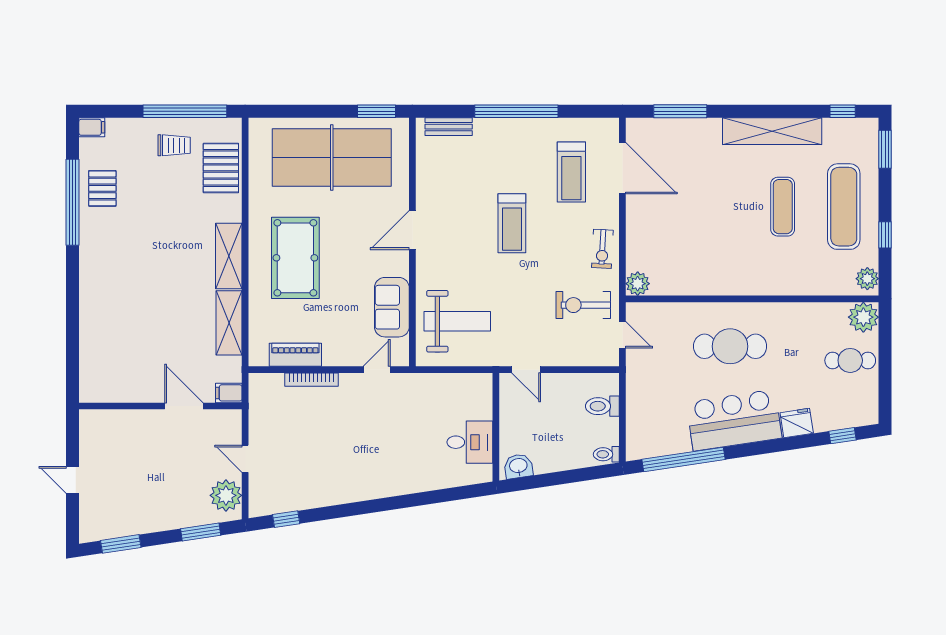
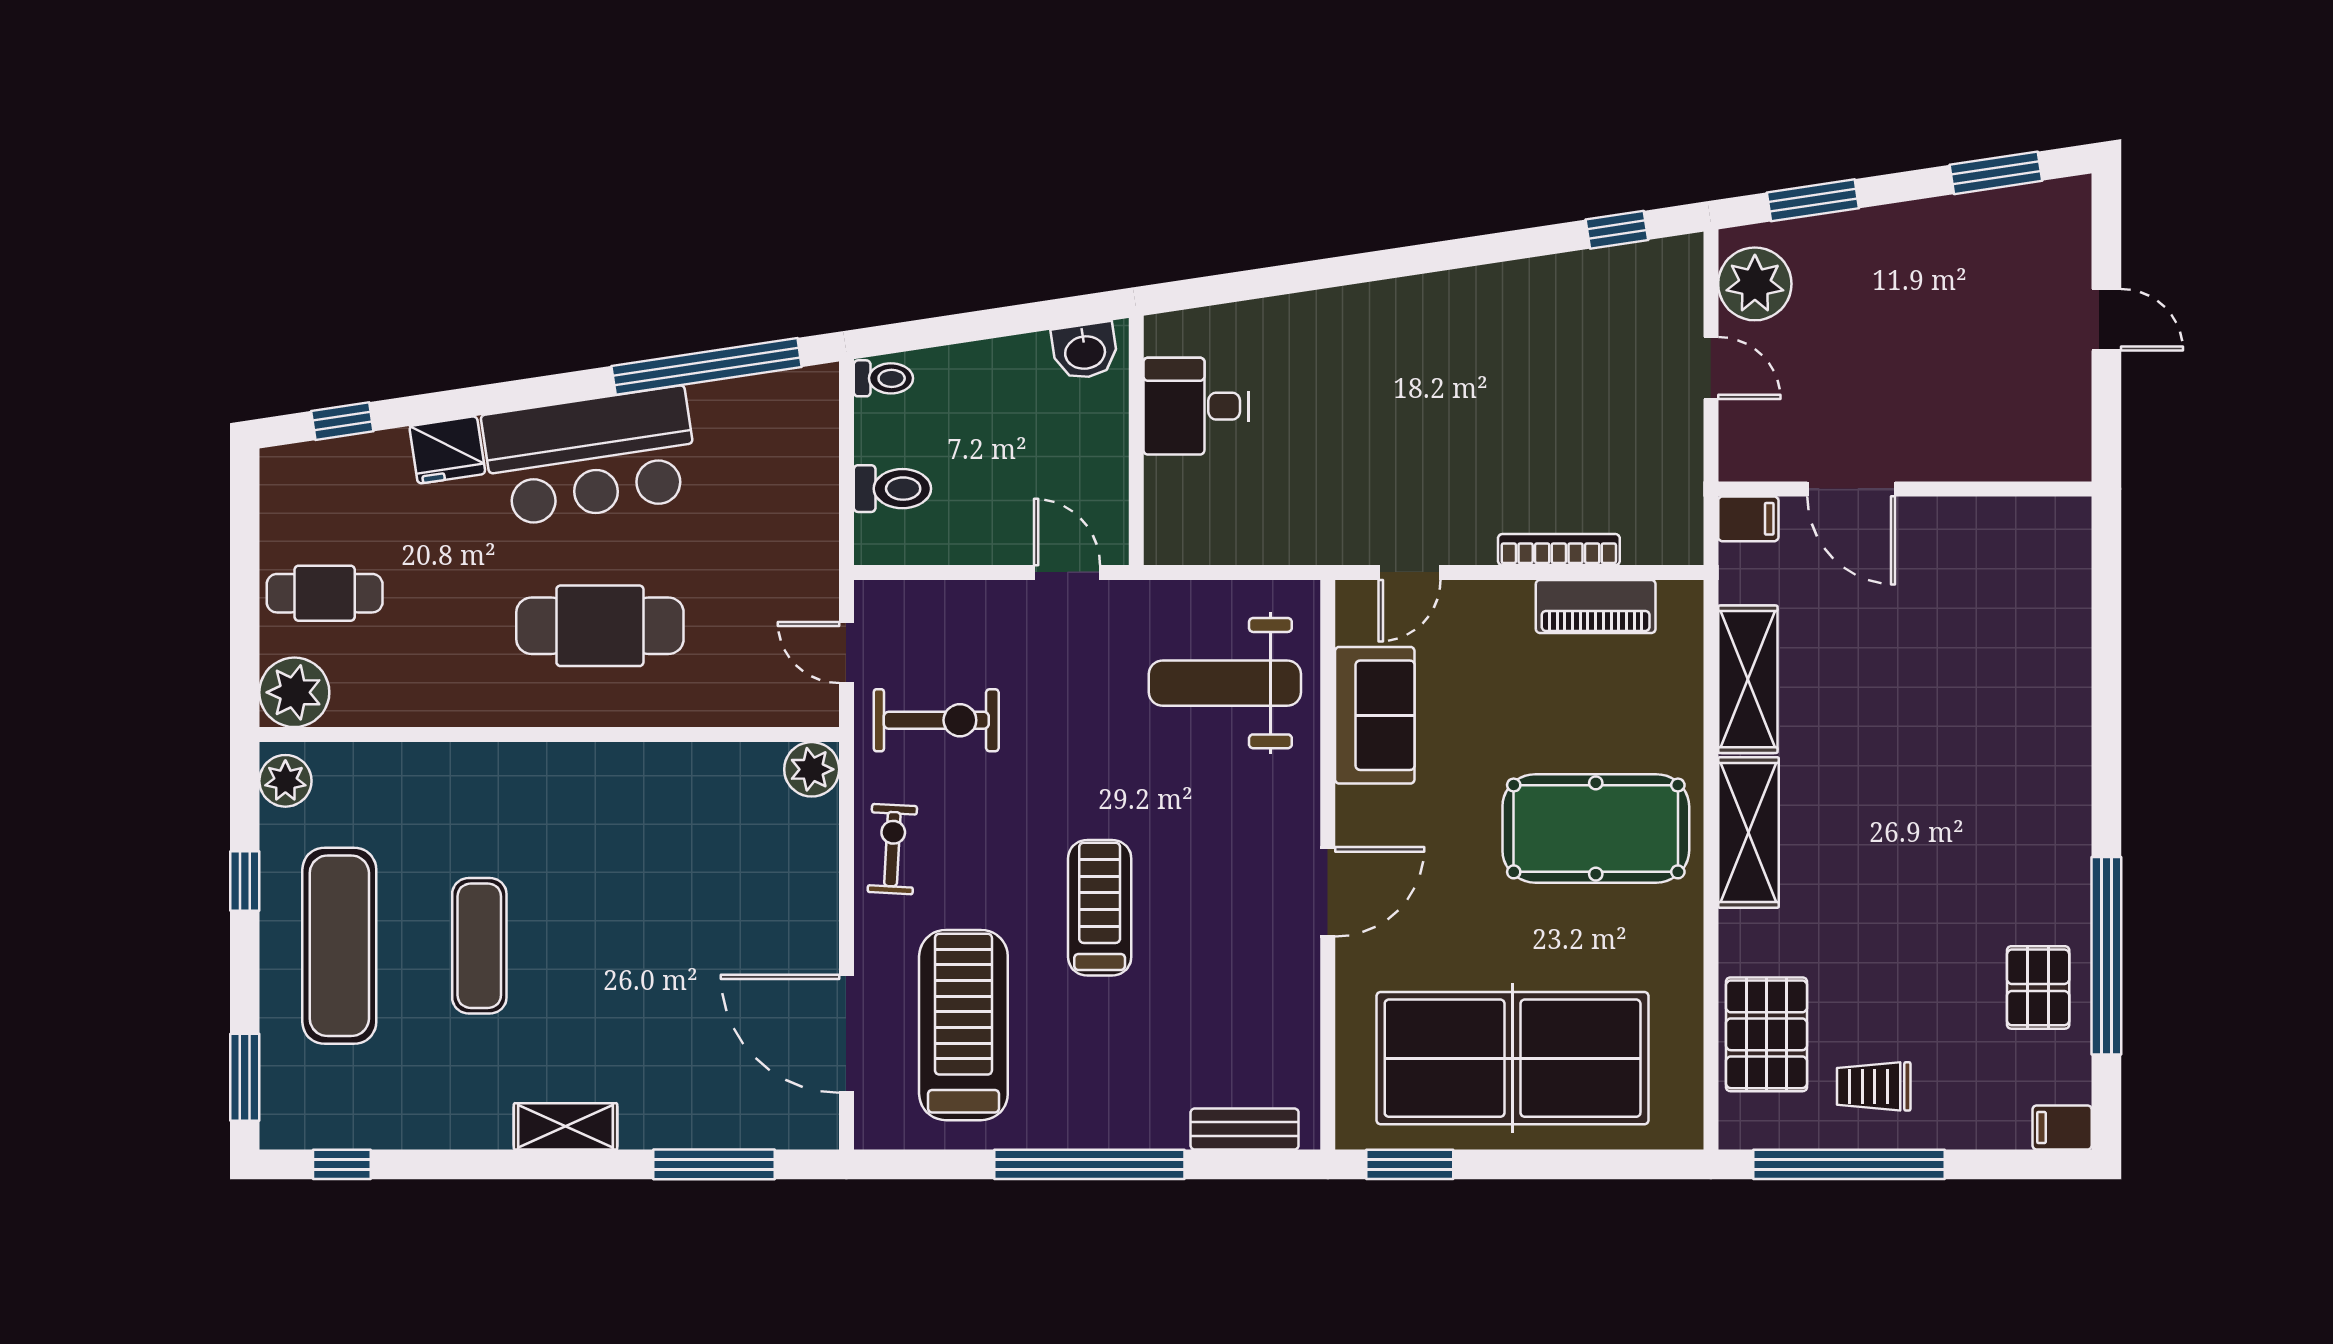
shelving: (772, 131) -> (566, 1126), width x0.45, depth x0.75
treadmill: (571, 172) -> (963, 1025), width x1.37, depth x1.38
pool table: (295, 258) -> (1596, 828), turned 90

